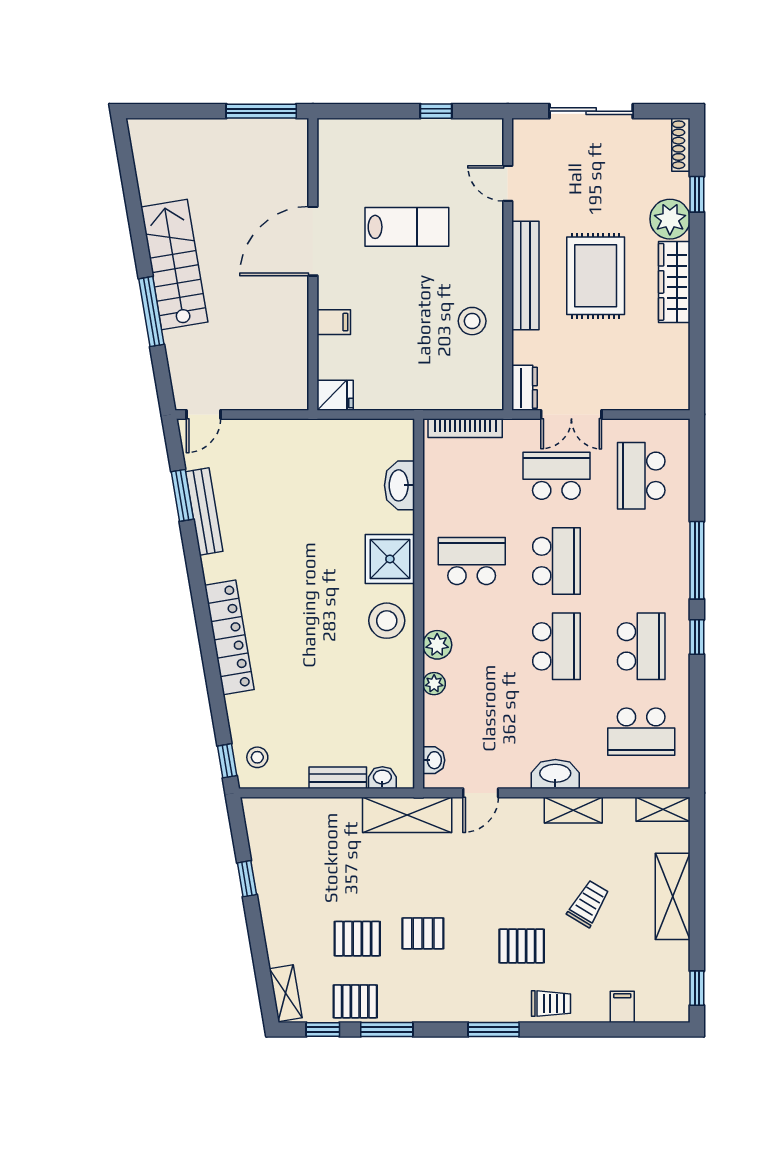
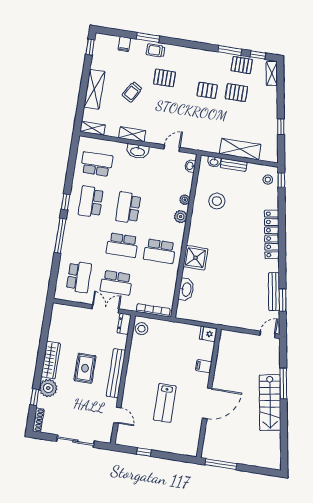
lab bench: (407, 227) -> (165, 403), turned -90
rug: (596, 276) -> (85, 368), width x0.73, depth x0.70
stool: (472, 321) -> (142, 329), moved
school desk: (556, 561) -> (122, 245), turned -90
stool: (387, 621) -> (217, 201), moved
shelving: (407, 815) -> (240, 149), moved
window: (494, 1029) -> (148, 38), moved

